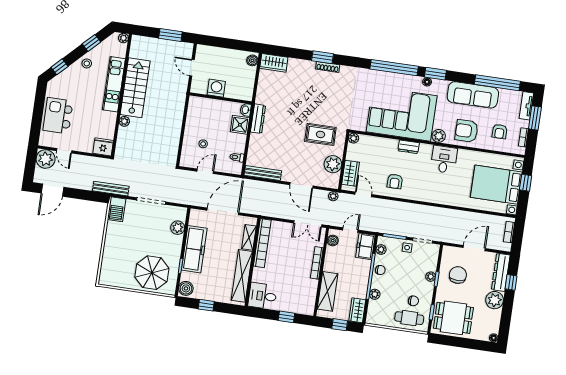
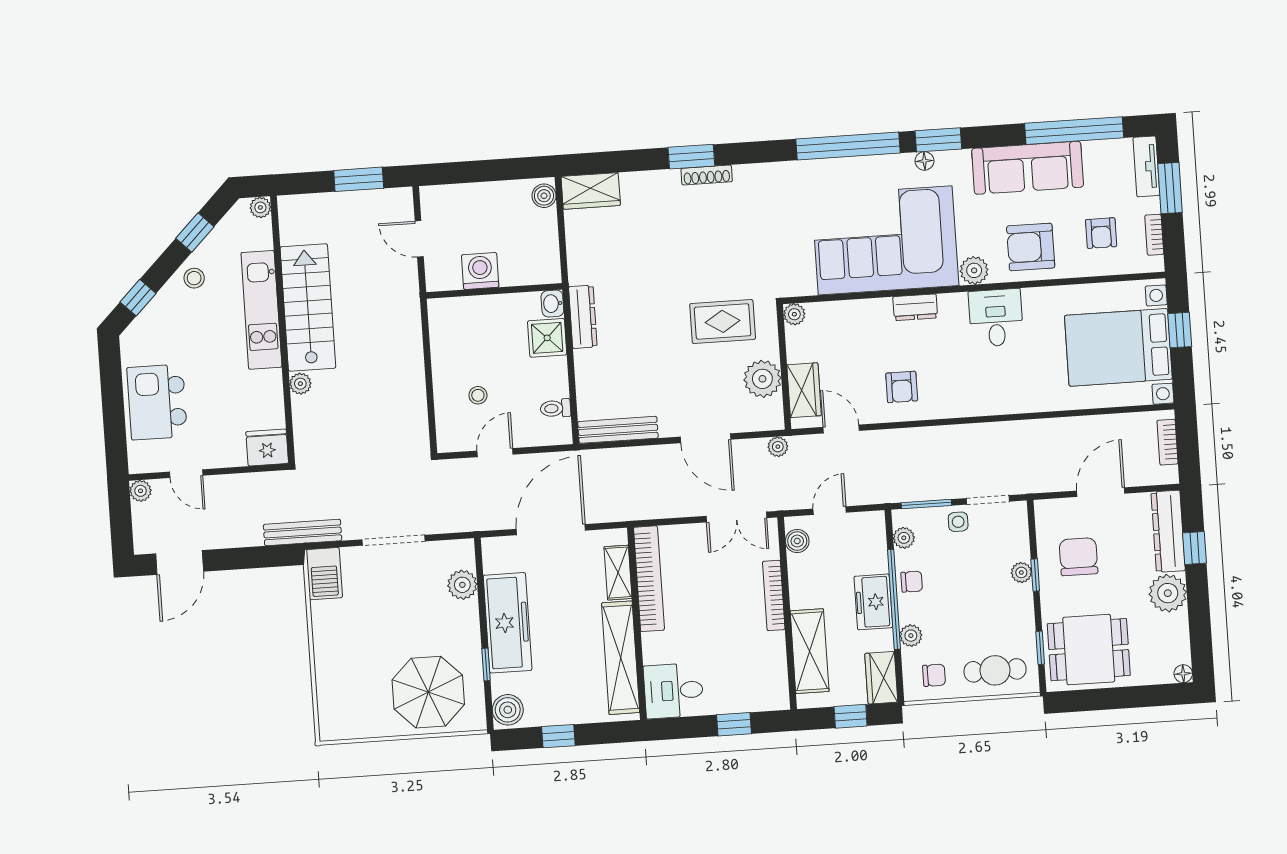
plant: (46, 159) -> (141, 491), width x0.53, depth x0.53
freezer: (365, 246) -> (873, 602), moved
chair: (413, 301) -> (934, 675), moved

